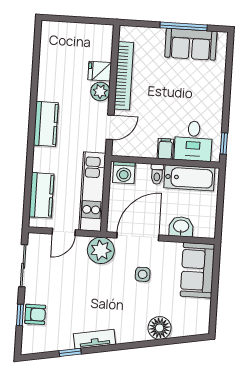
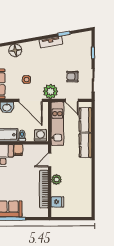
fridge: (100, 71) -> (57, 202), moved
kitchen counter: (46, 124) -> (85, 145), moved
door: (64, 232) -> (72, 100), swing flipped
door: (138, 237) -> (31, 100), hinge flipped
armchair: (35, 314) -> (72, 77), moved

